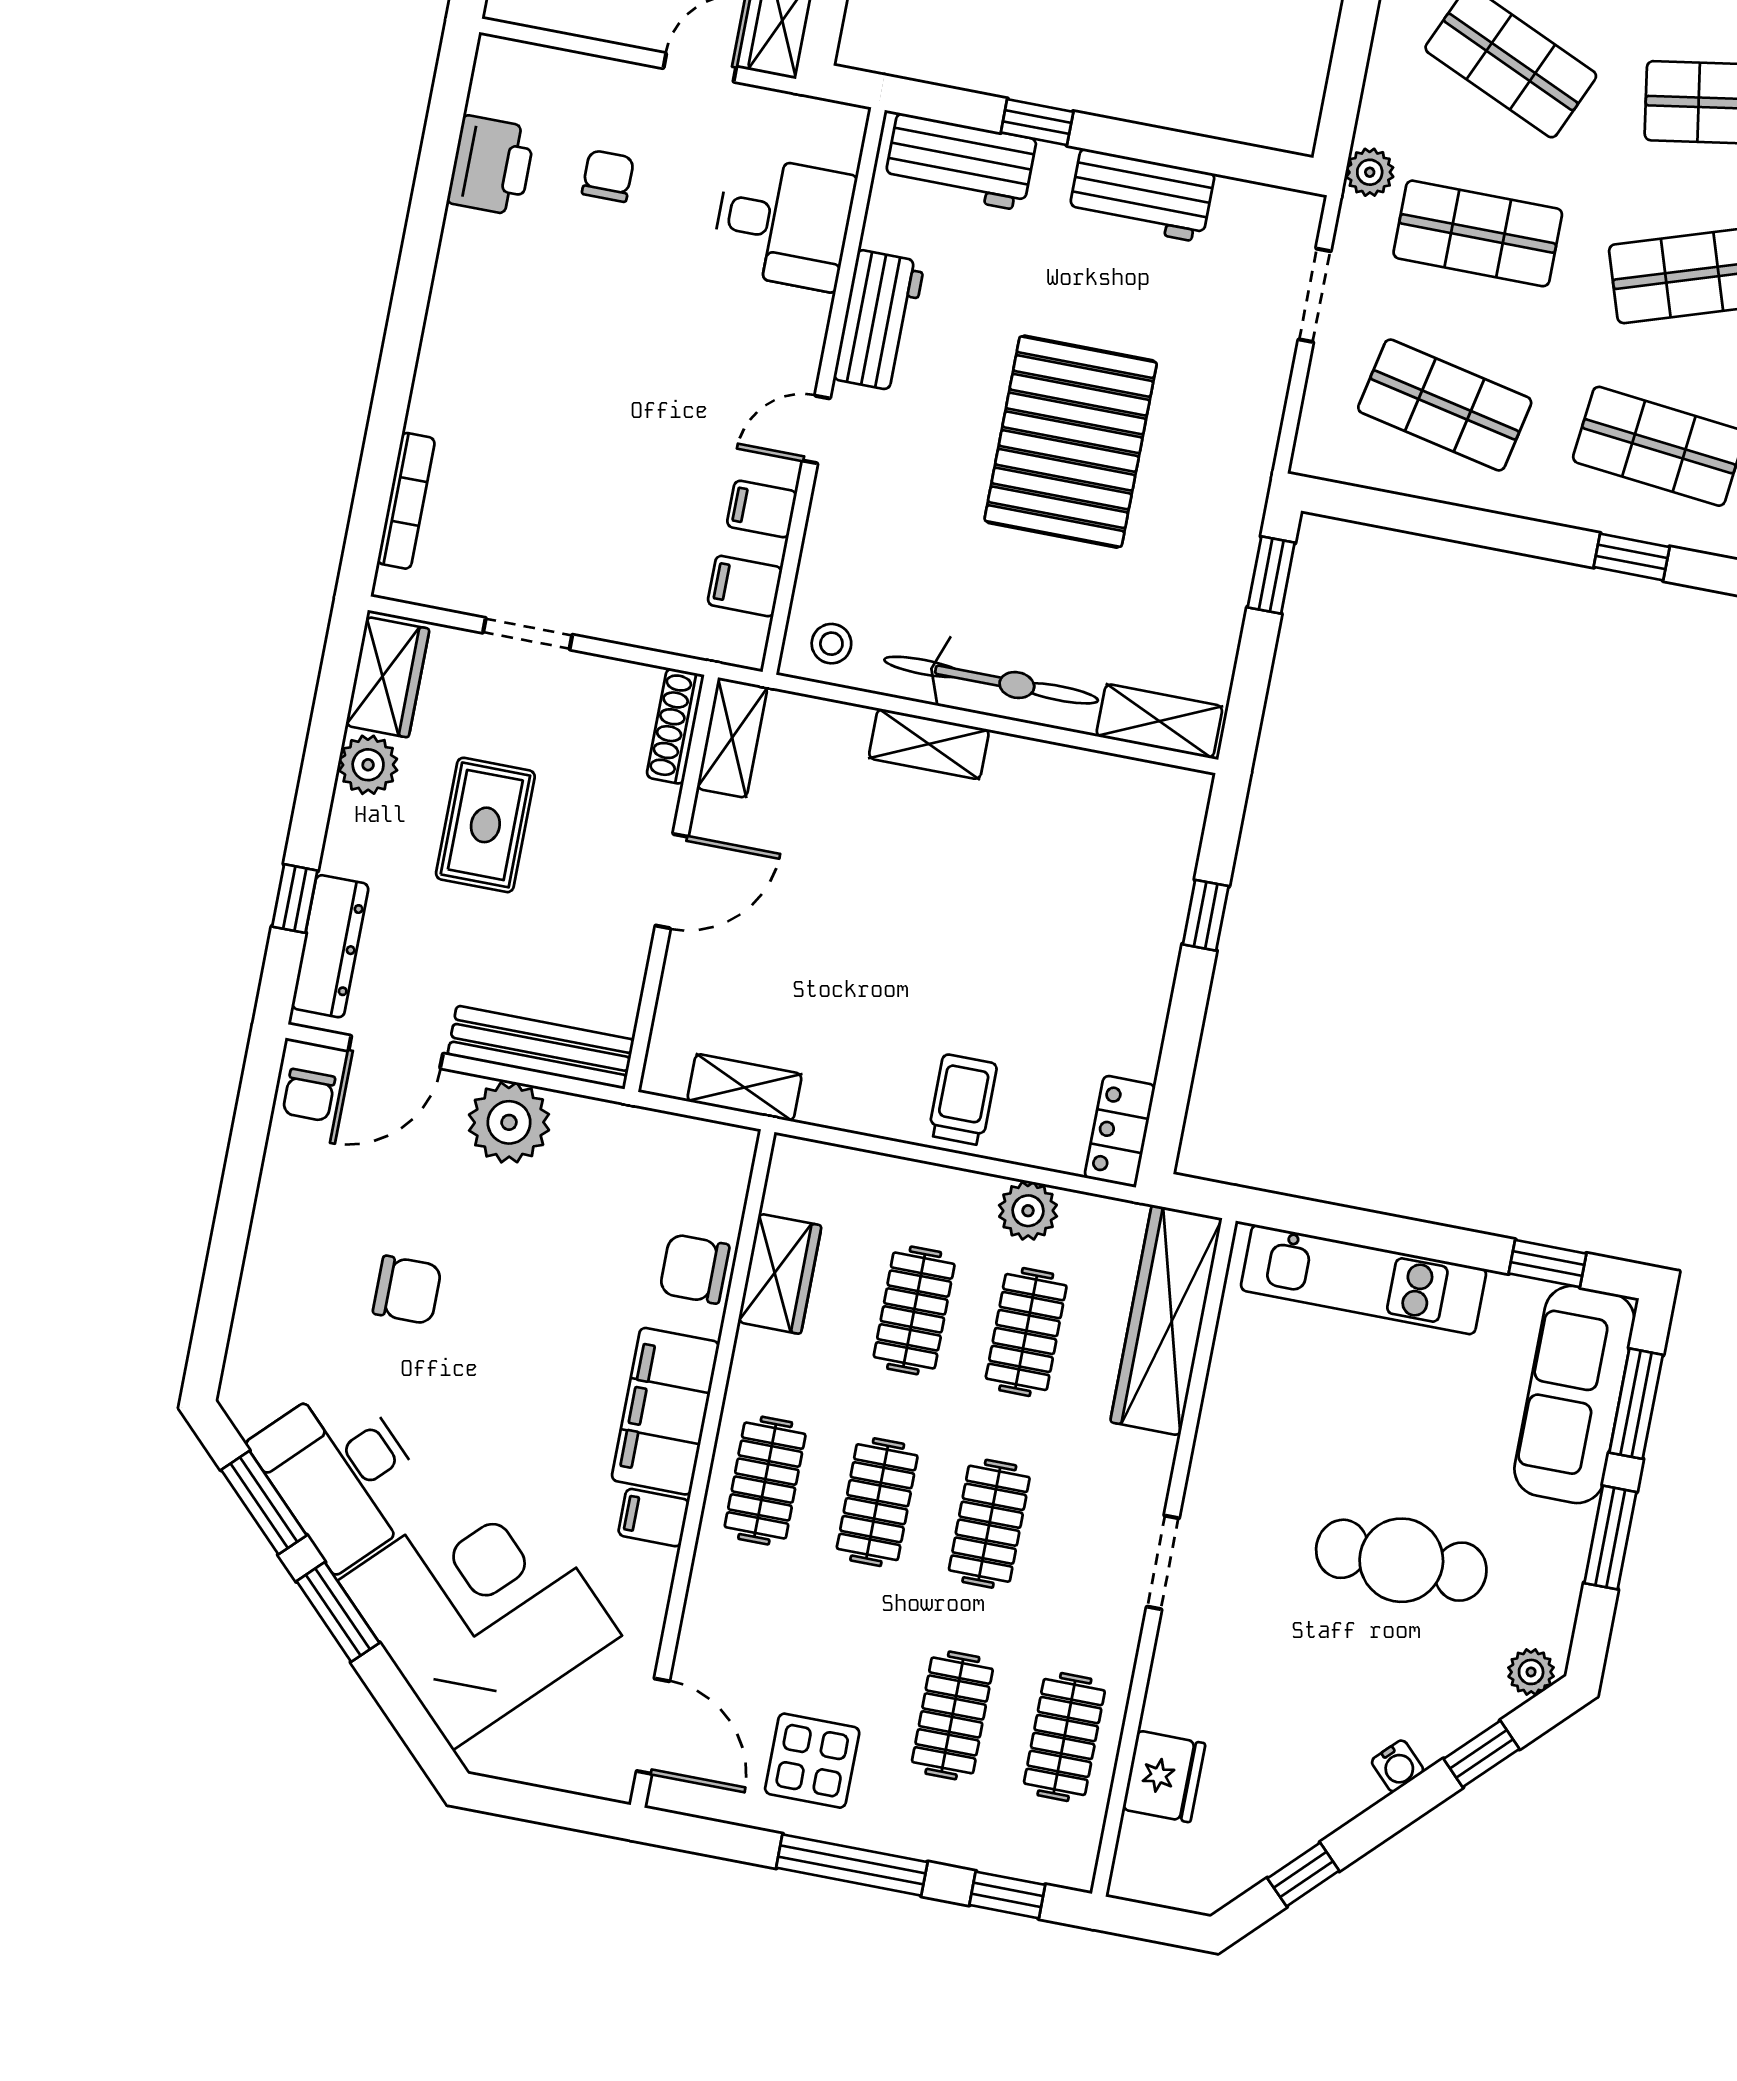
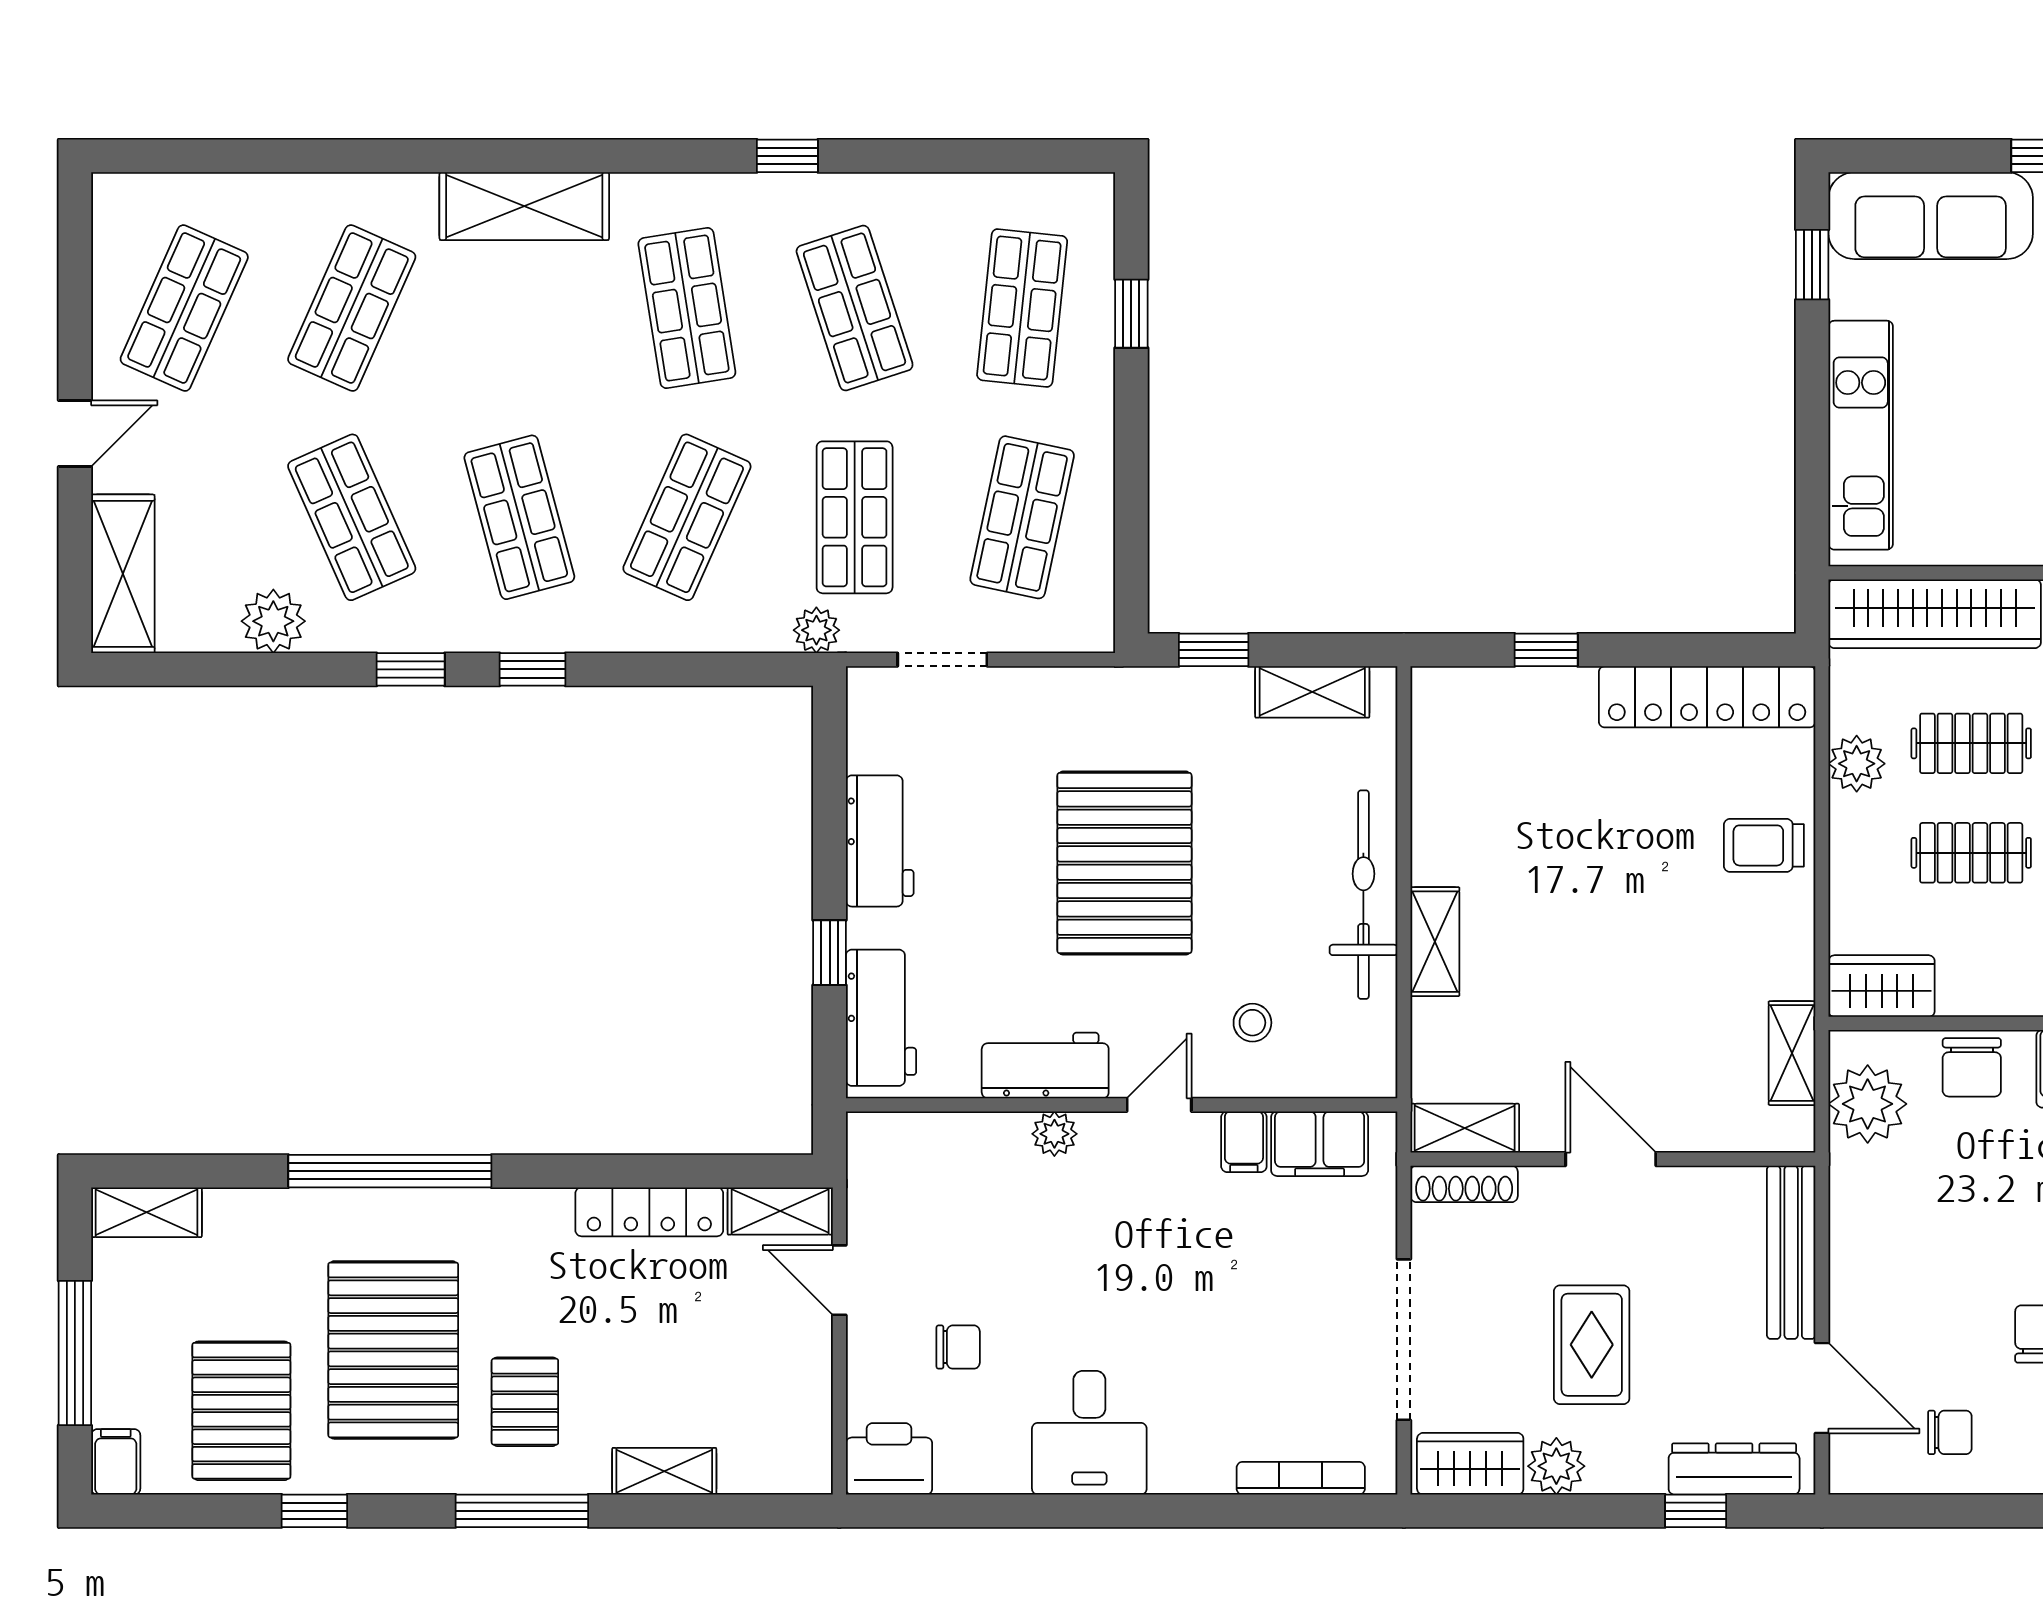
printer: (491, 165) -> (889, 1459), moved
chair: (608, 176) -> (958, 1347), turned 180
desk: (783, 223) -> (1089, 1433), moved, turned 180
plant: (807, 317) -> (1054, 1134), added
door: (816, 429) -> (1159, 1105), swing flipped
pallet: (1071, 442) -> (1124, 863), turned 90
filing cabinet: (745, 586) -> (1320, 1144), width x2.00
doorway: (528, 634) -> (1404, 1340), width x1.88
stool: (831, 644) -> (1252, 1023), moved
shelving: (1159, 721) -> (1312, 692), moved, turned 90
rug: (485, 825) -> (1592, 1345), turned 90
chair: (309, 1095) -> (1950, 1432), moved
plant: (509, 1122) -> (1868, 1104), moved
locker: (1120, 1131) -> (1707, 697), width x2.16, depth x1.21
wardrobe: (780, 1274) -> (1882, 986), moved
window: (1636, 1404) -> (1928, 156), removed

